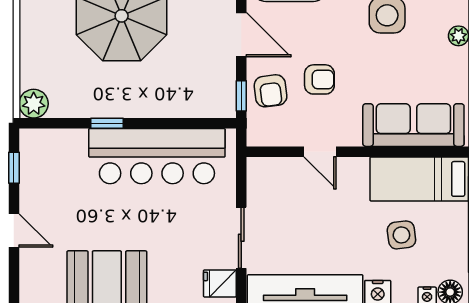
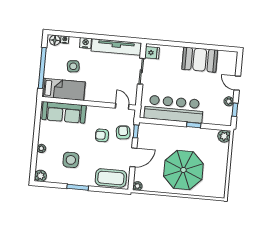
door: (241, 35) -> (133, 157), swing flipped
door: (320, 152) -> (122, 106), moved
plant: (30, 186) -> (229, 101), added

